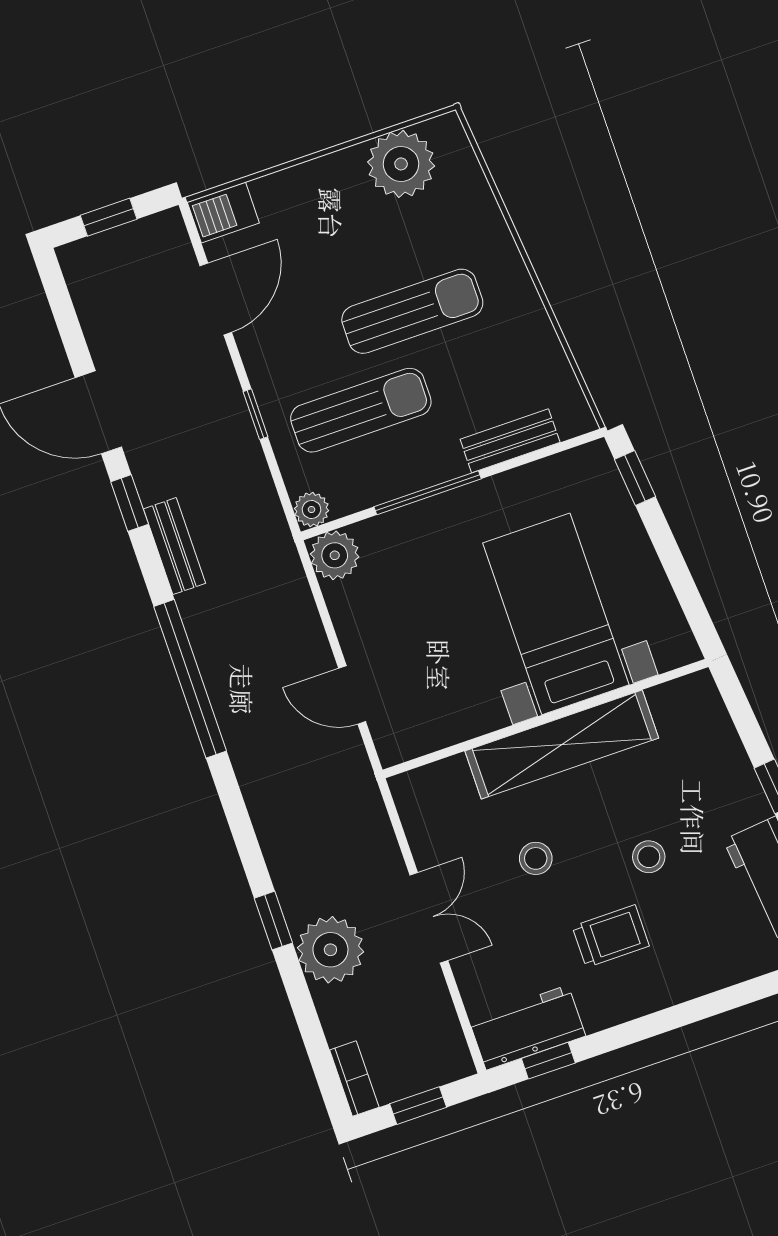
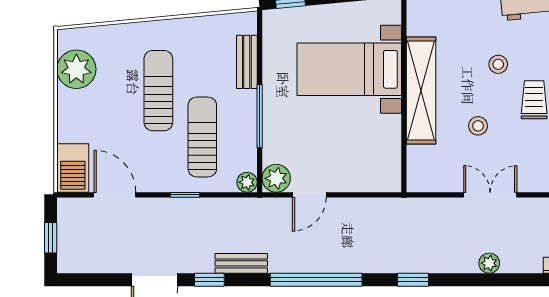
barbecue: (223, 213) -> (73, 168), width x1.38, depth x1.27
door: (352, 695) -> (309, 195), moved
window: (273, 921) -> (413, 280), moved
plant: (330, 950) -> (489, 263), width x0.53, depth x0.53

